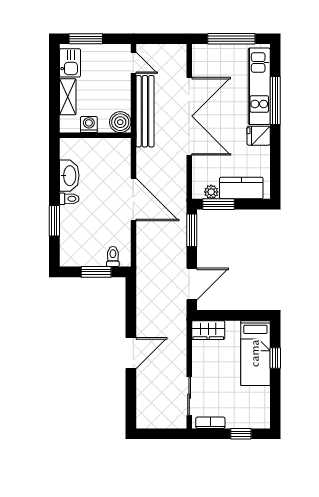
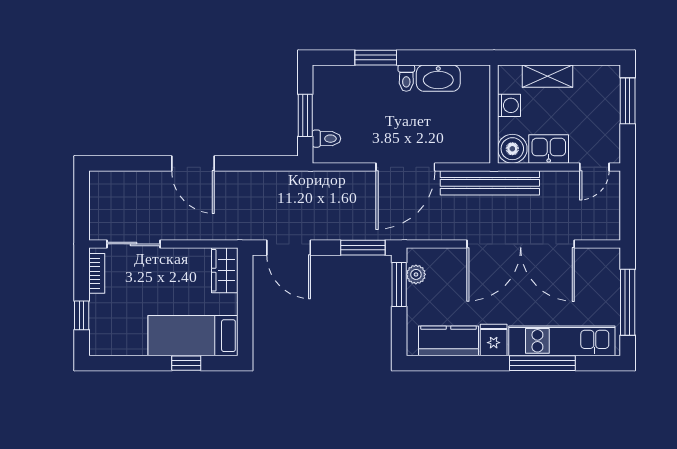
kitchen sink: (70, 63) -> (549, 149), moved, turned 180
bench: (145, 111) -> (490, 183), moved
kitchen counter: (241, 188) -> (448, 341), moved, turned -90

